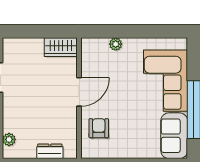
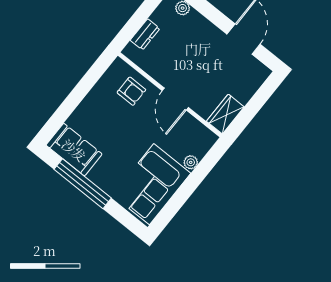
corner sofa: (165, 81) -> (152, 184), moved, turned -90

